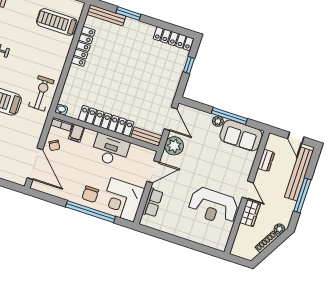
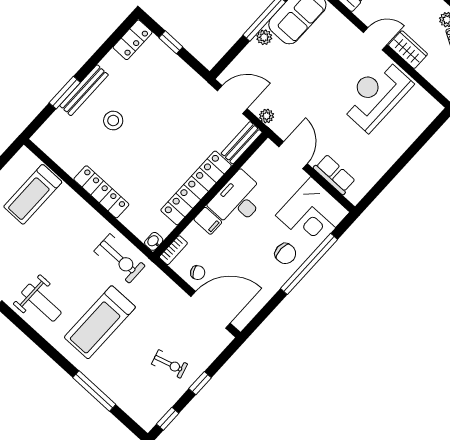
bench: (106, 15) -> (84, 90), moved
locker: (173, 39) -> (133, 40), width x0.66
locker: (83, 46) -> (101, 192), moved
stool: (125, 51) -> (113, 121), added
exercise bike: (41, 93) -> (120, 258), turned 180
filing cabinet: (77, 133) -> (208, 221), moved
plant: (174, 146) -> (267, 116), width x0.53, depth x0.53
reception desk: (213, 206) -> (376, 95), turned 180

